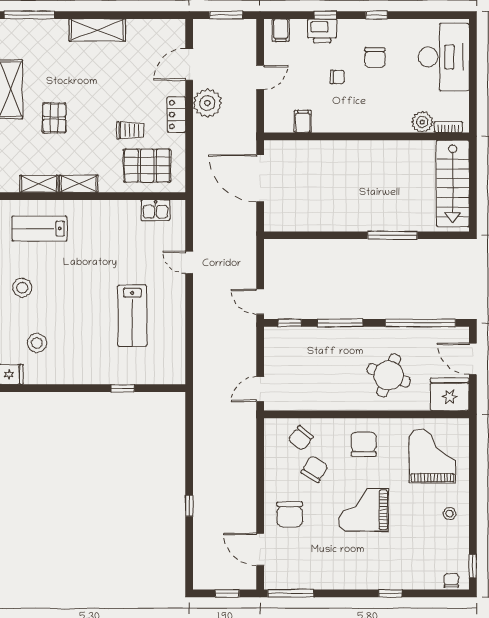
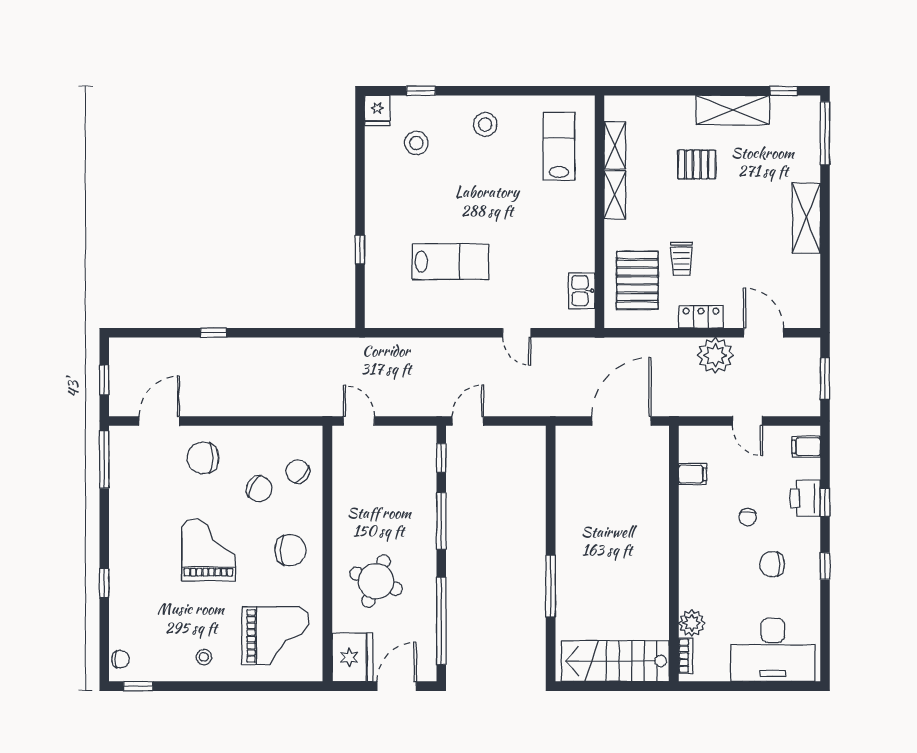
door: (189, 262) -> (517, 333), swing flipped
lab bench: (132, 316) -> (450, 262), turned 180

